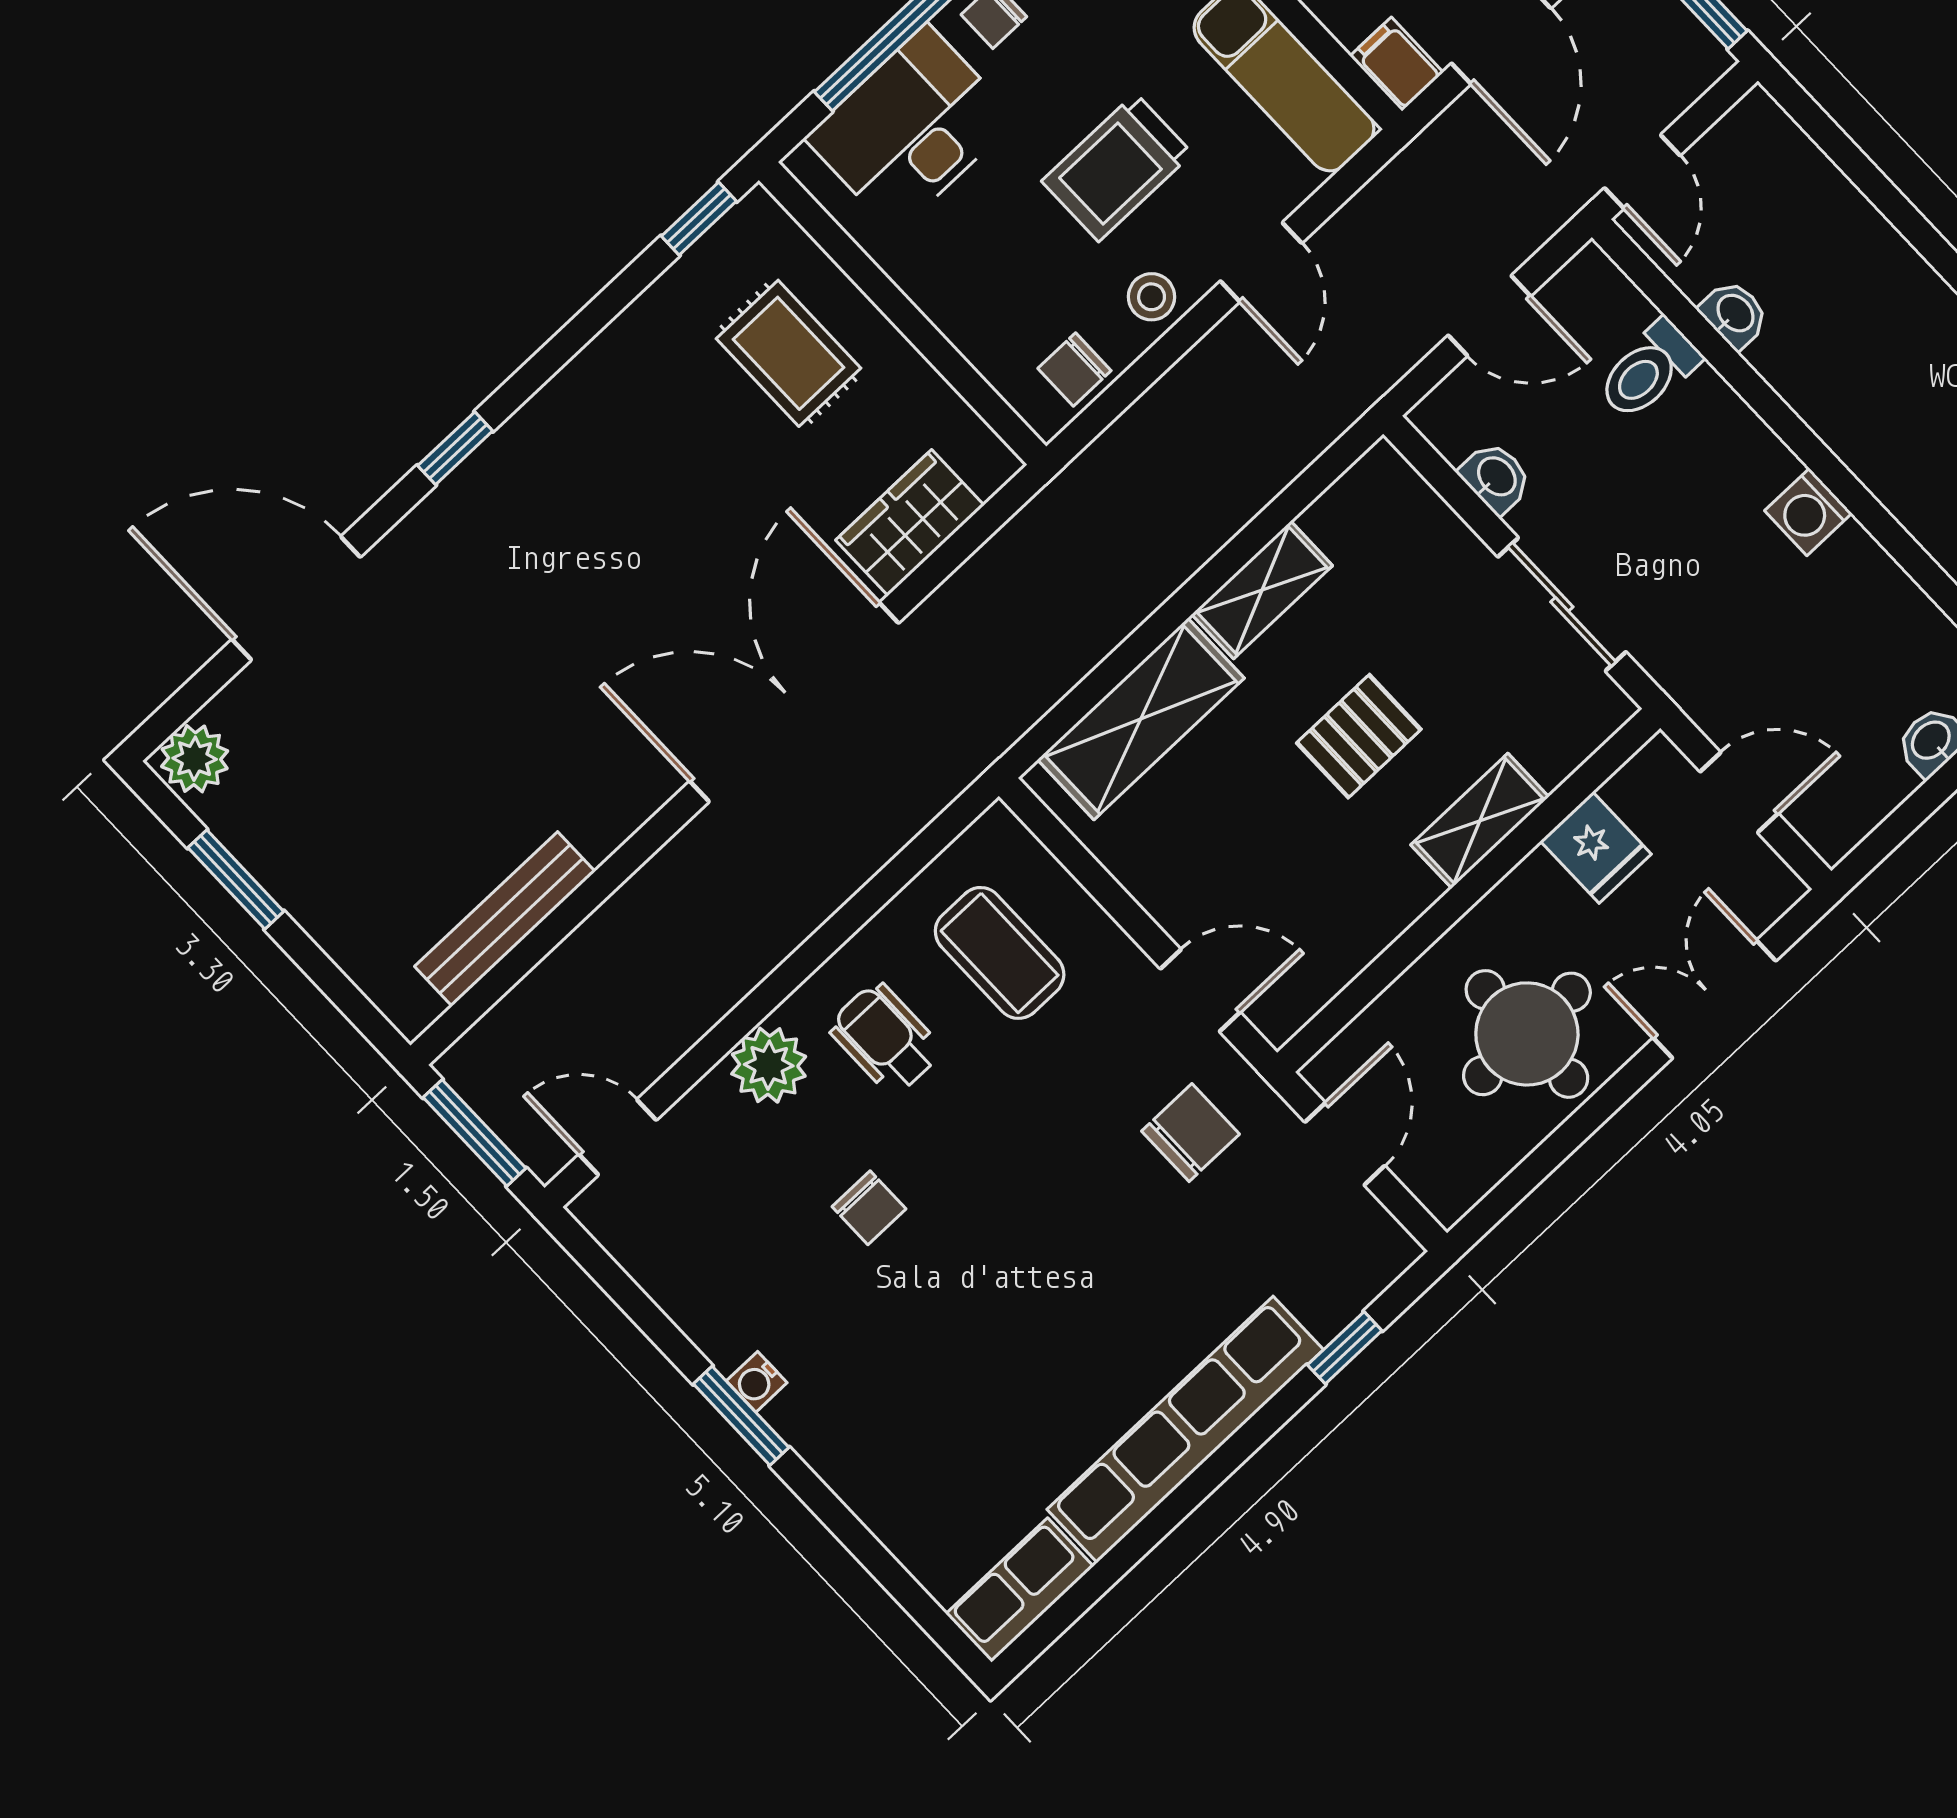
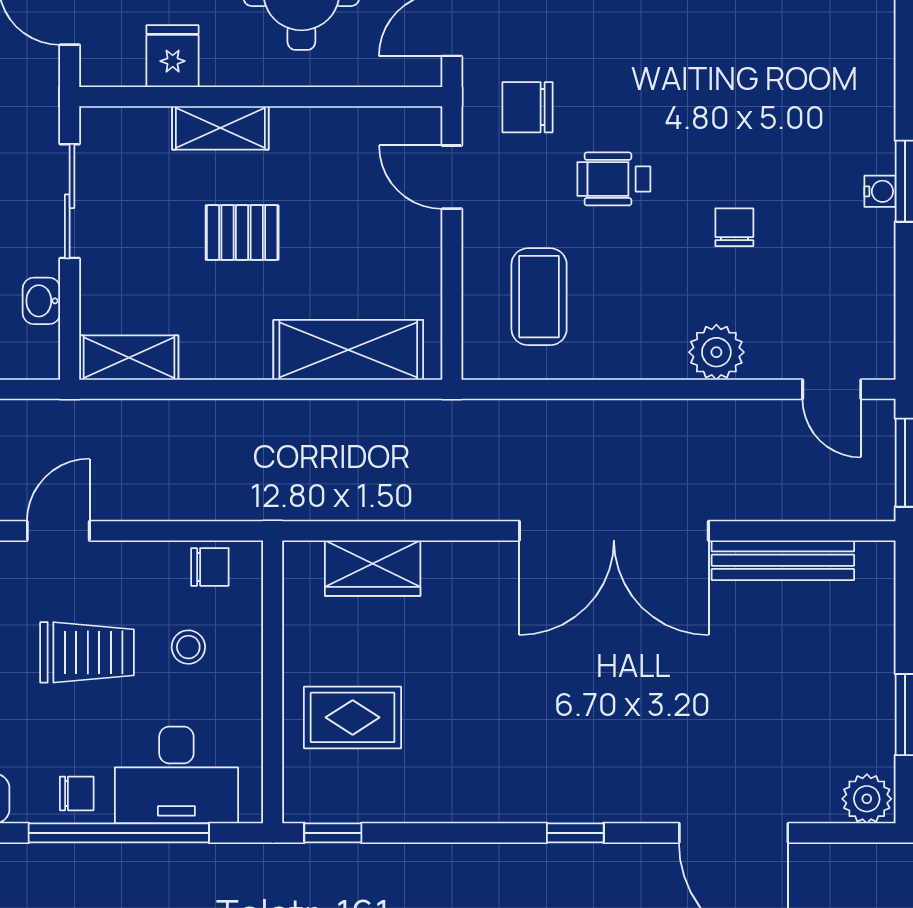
stool: (1152, 297) -> (188, 647), moved
rug: (789, 353) -> (353, 717), turned 90
shelving: (1262, 590) -> (129, 358), moved
double door: (794, 702) -> (614, 531), moved
wheelchair: (885, 1039) -> (614, 179), moved, turned 90

